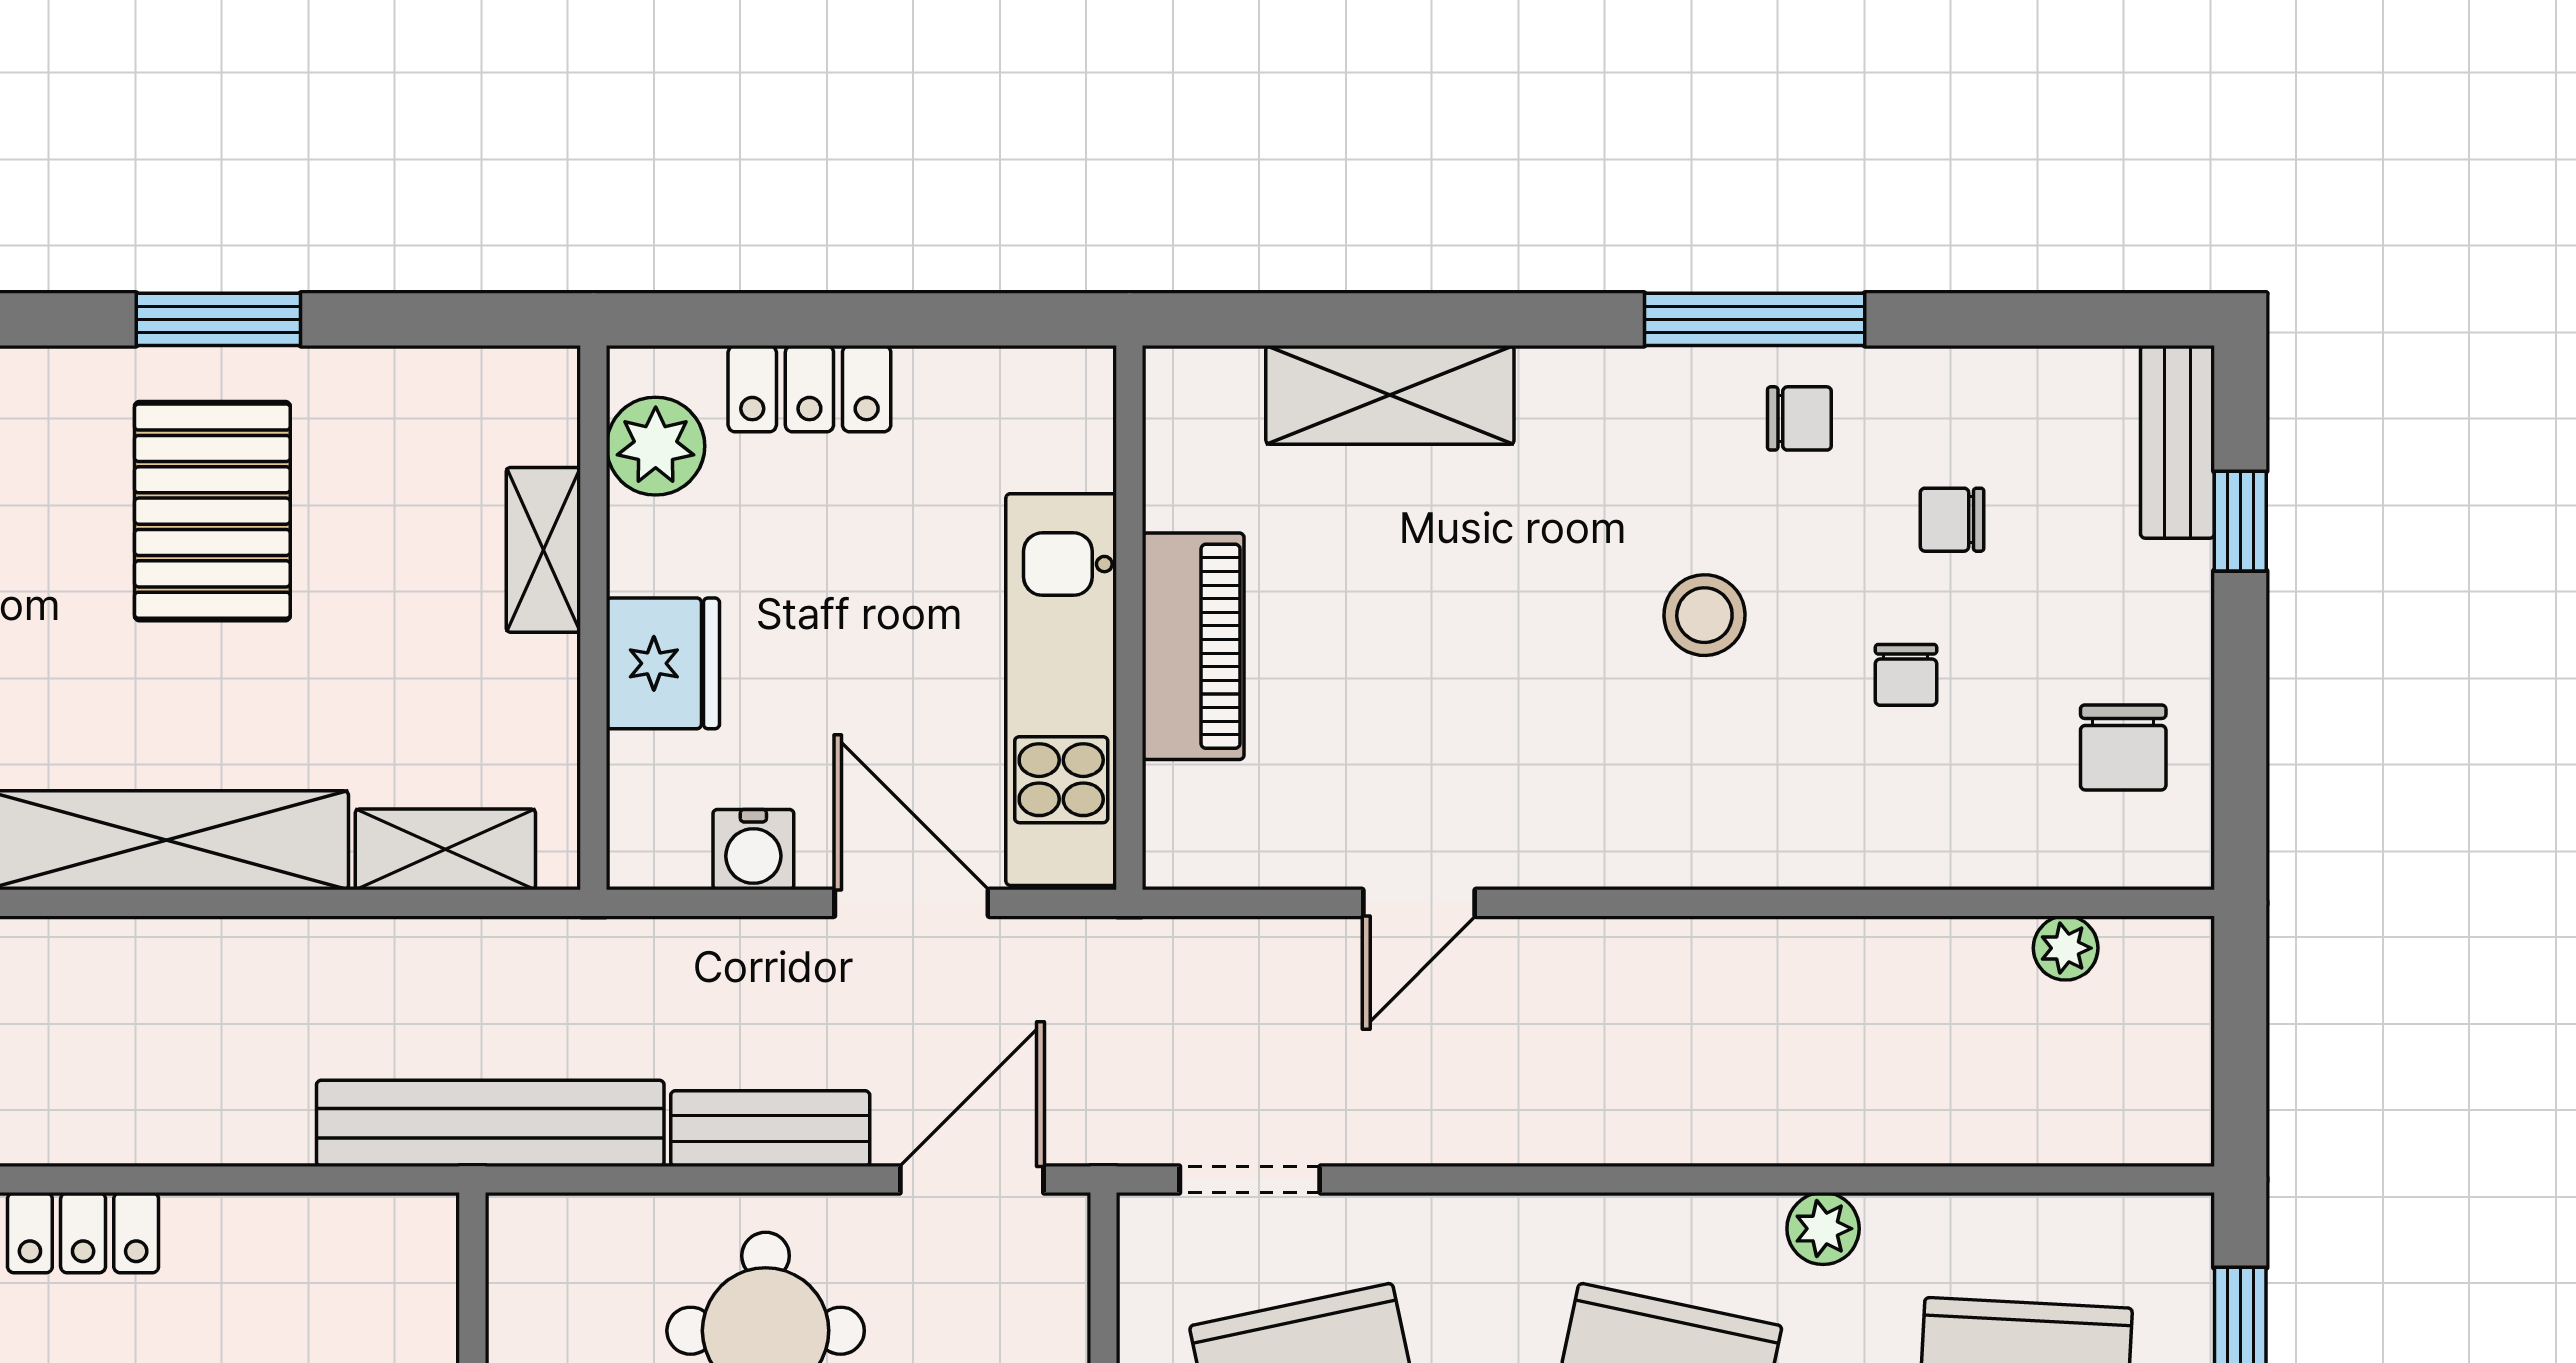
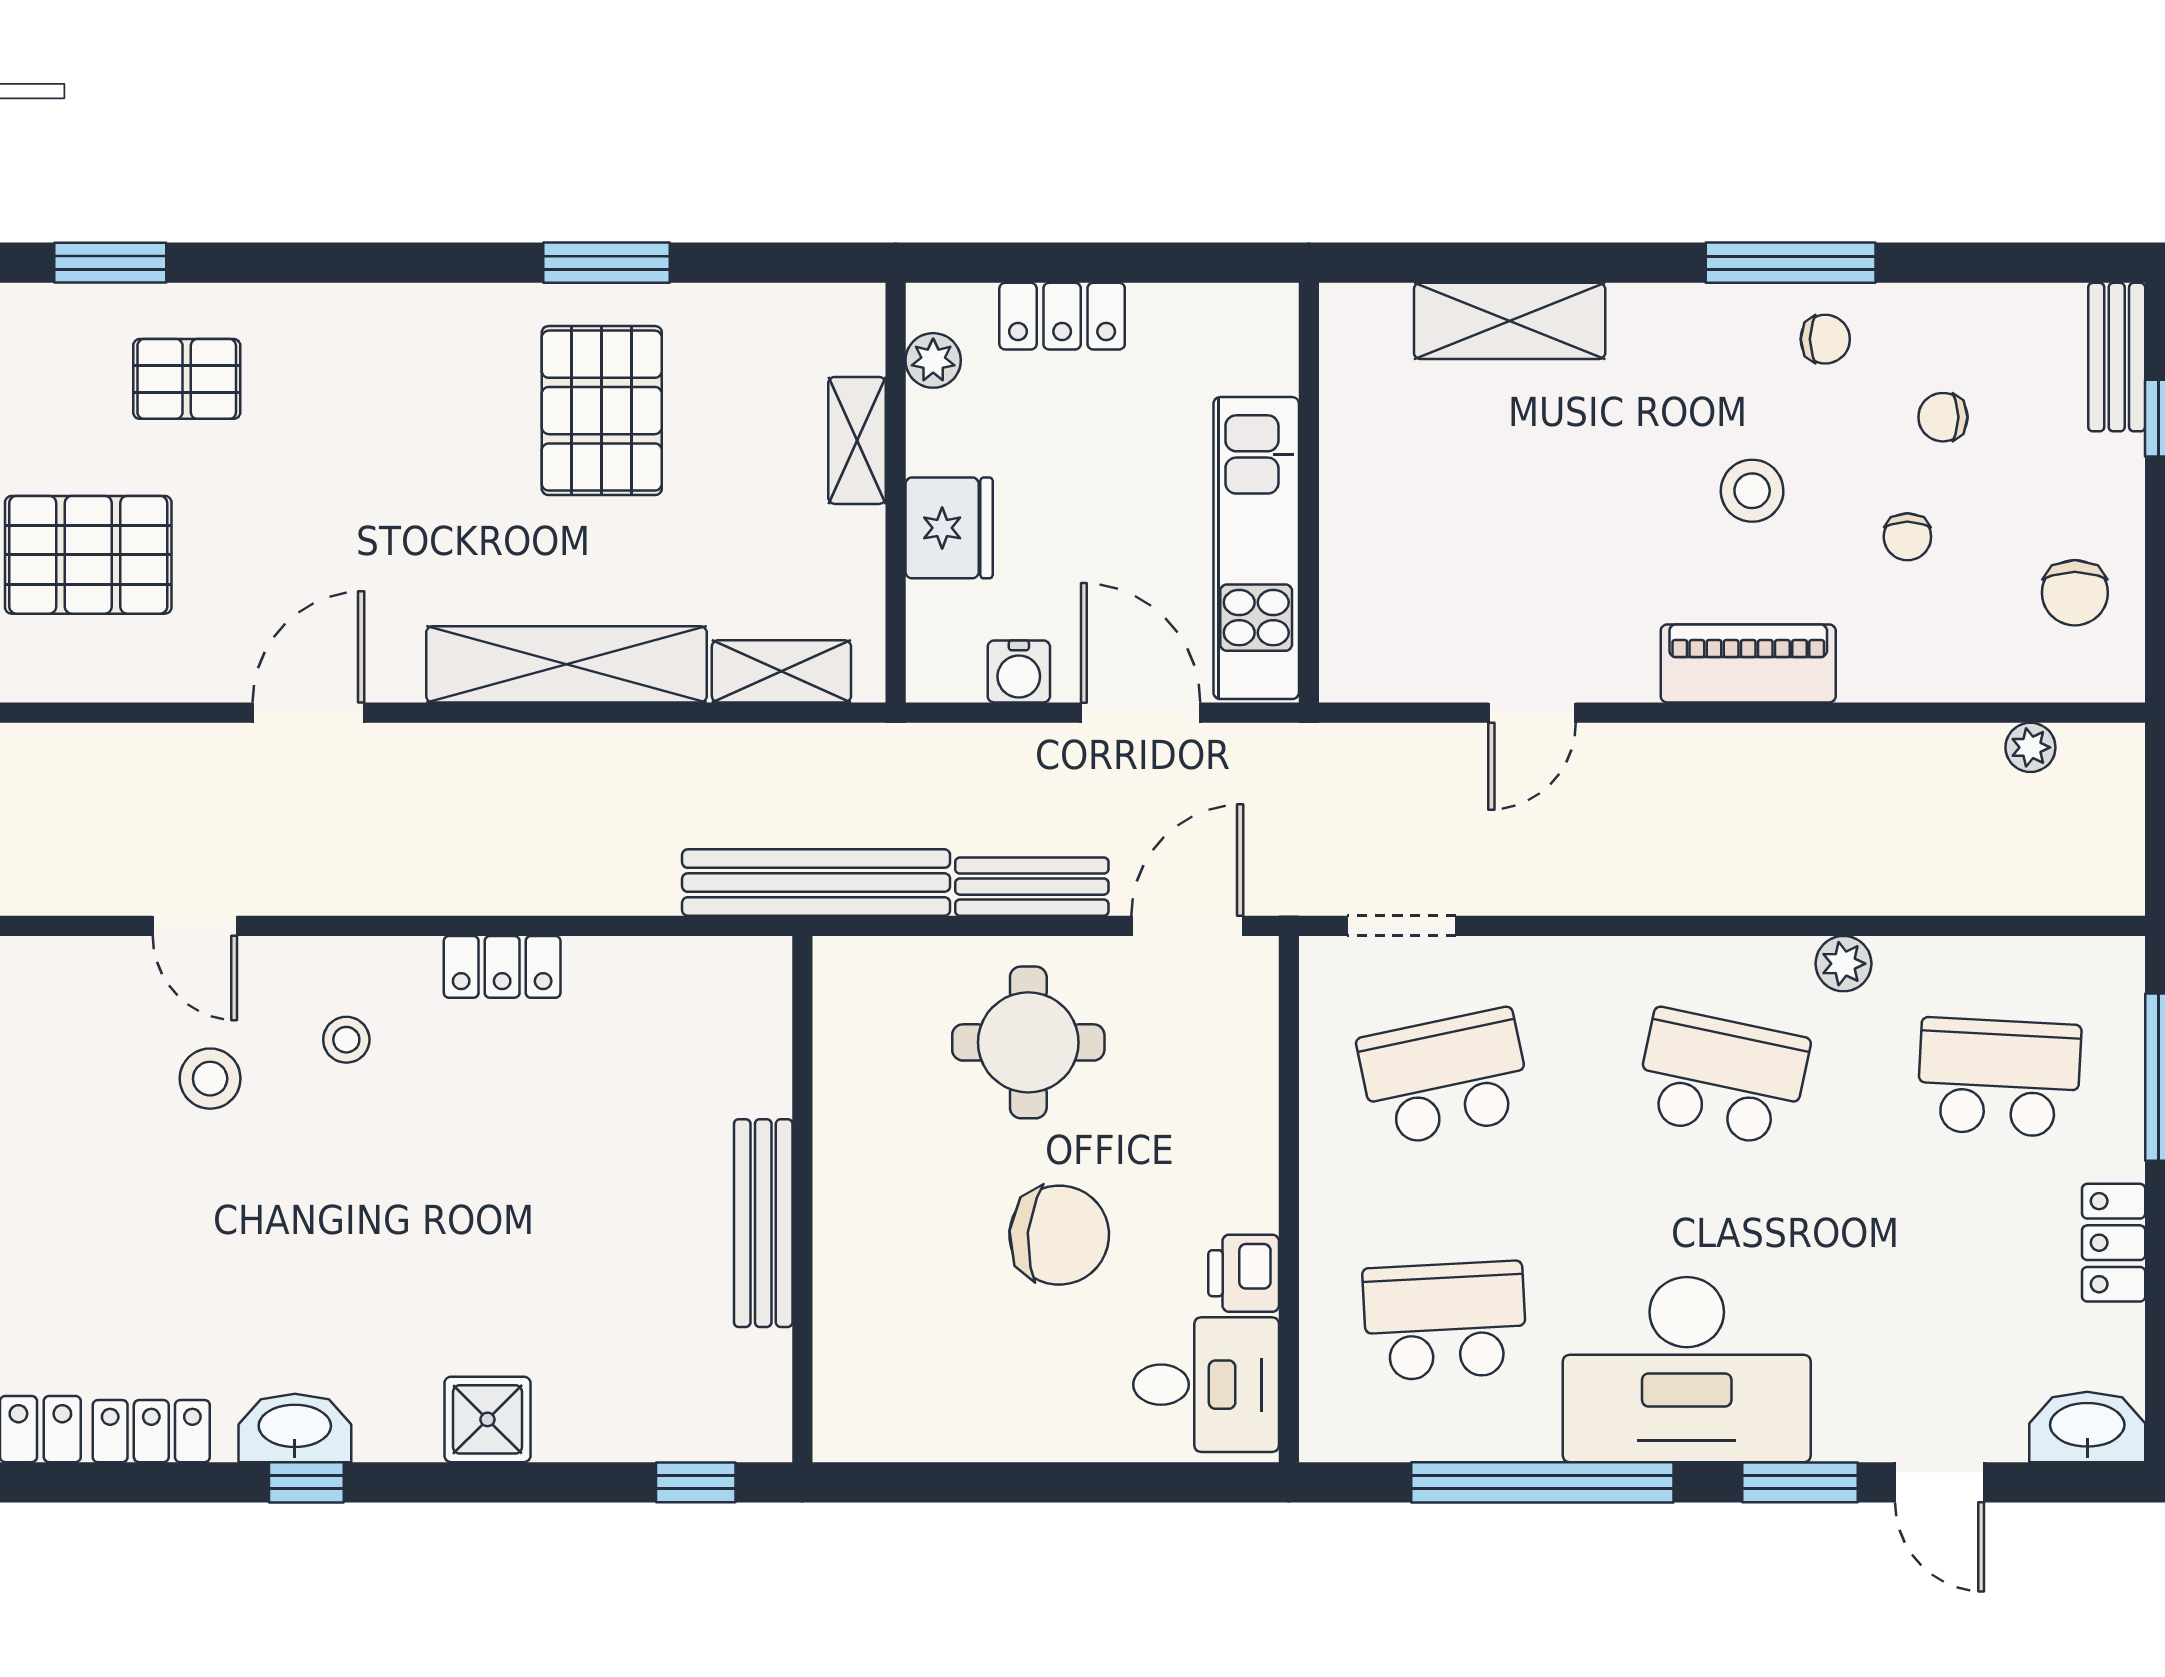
plant: (656, 446) -> (933, 360), width x0.73, depth x0.73
piano: (1193, 646) -> (1748, 663), moved, turned -90

